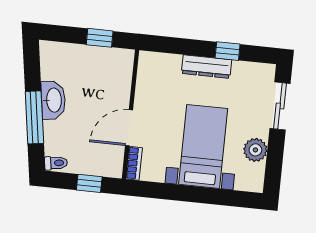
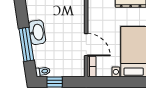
door: (129, 128) -> (86, 45), swing flipped
window: (89, 183) -> (55, 82), moved

